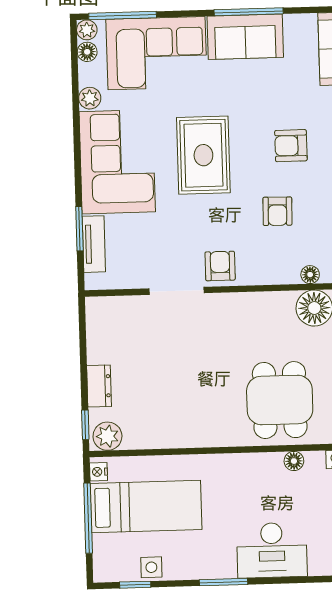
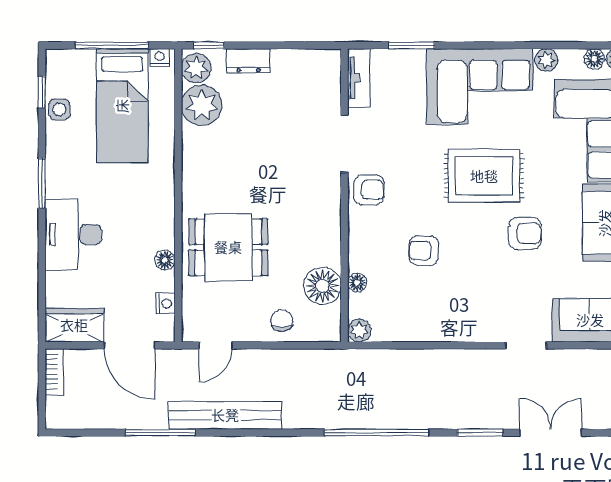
armchair: (291, 146) -> (525, 233), moved, turned 90
tv unit: (94, 244) -> (359, 78), moved, turned -90
plant: (143, 430) -> (202, 105), added

